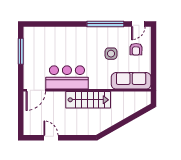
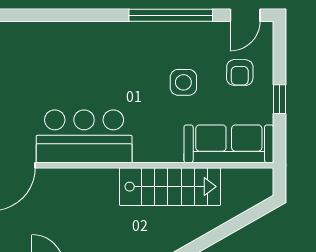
window: (154, 61) -> (280, 99), added
stairs: (88, 100) -> (170, 187), moved

